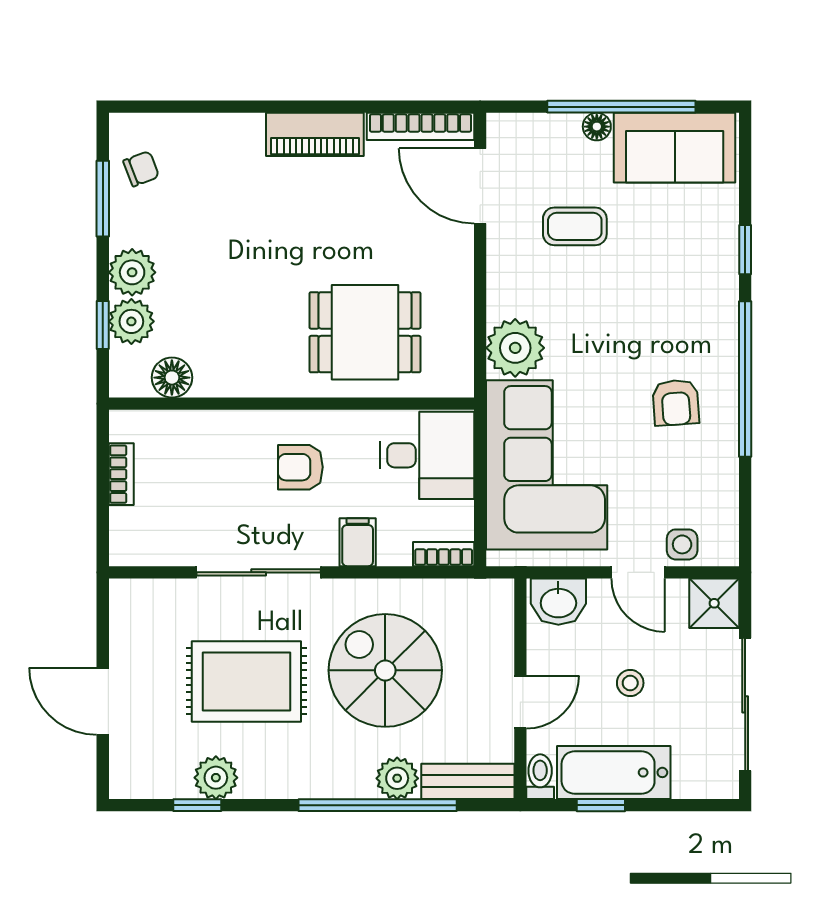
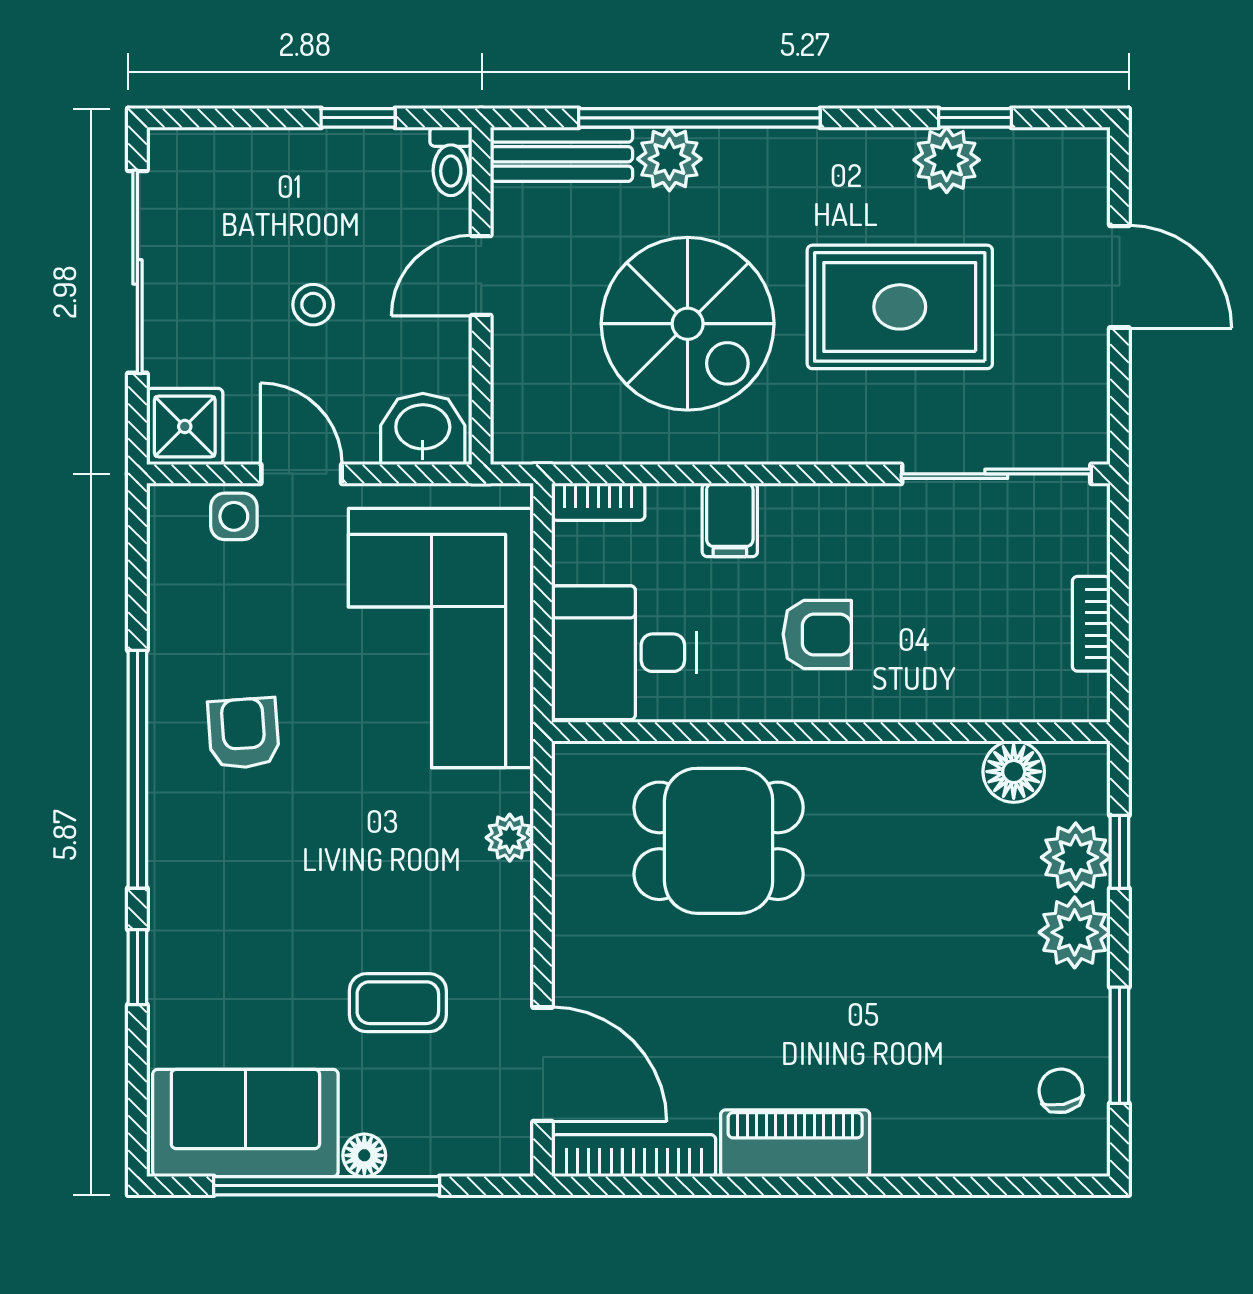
chair: (141, 169) -> (1061, 1091), turned 99
plant: (515, 348) -> (510, 838), width x0.53, depth x0.53
sliding door: (259, 572) -> (996, 474), moved
bathtub: (614, 772) -> (338, 168), removed

